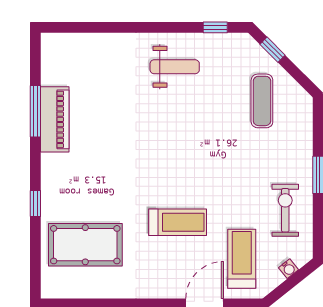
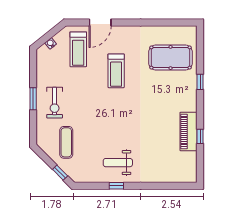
window: (215, 27) -> (116, 186), moved
window: (35, 111) -> (200, 136), width x0.46
exercise bike: (285, 210) -> (55, 103), moved
treadmill: (178, 222) -> (116, 71), turned -90

